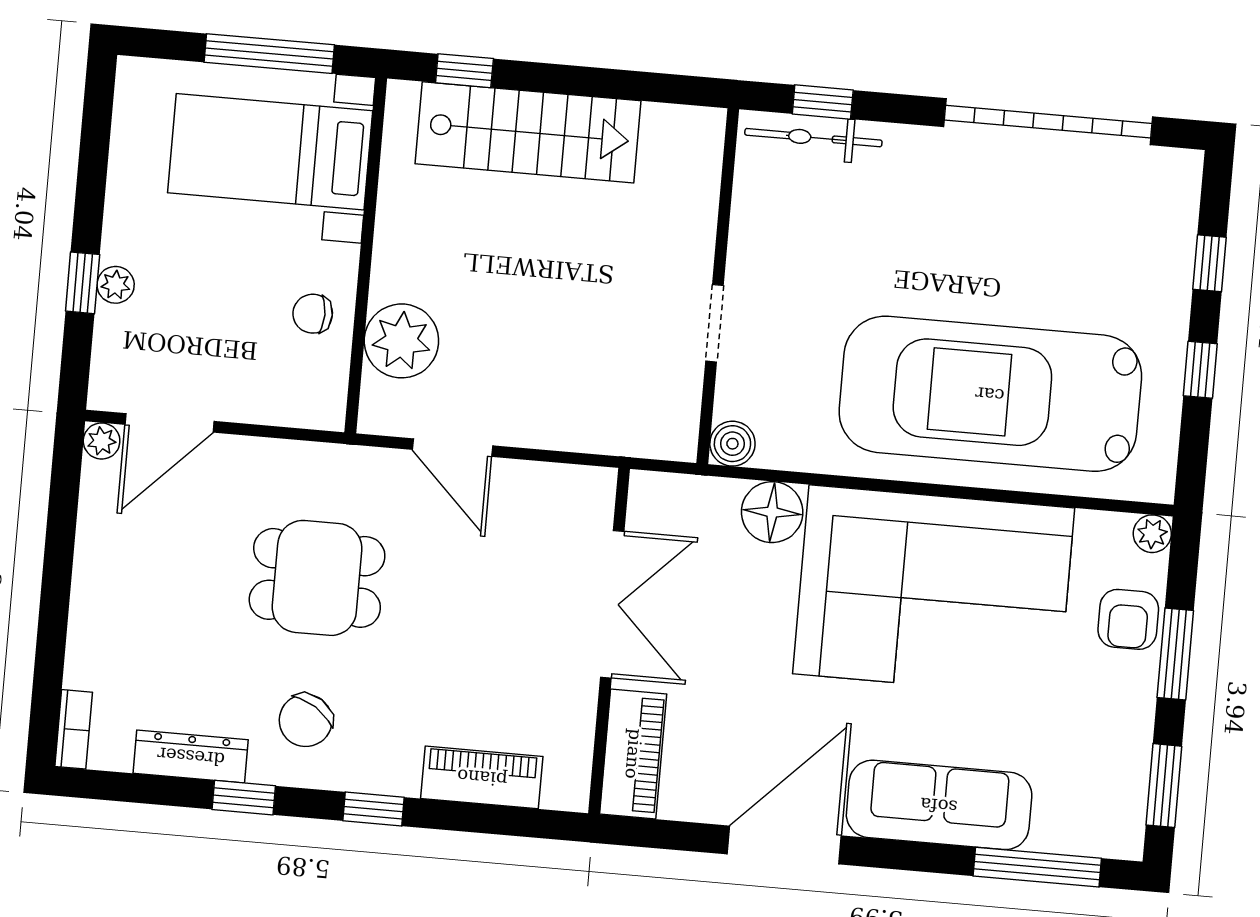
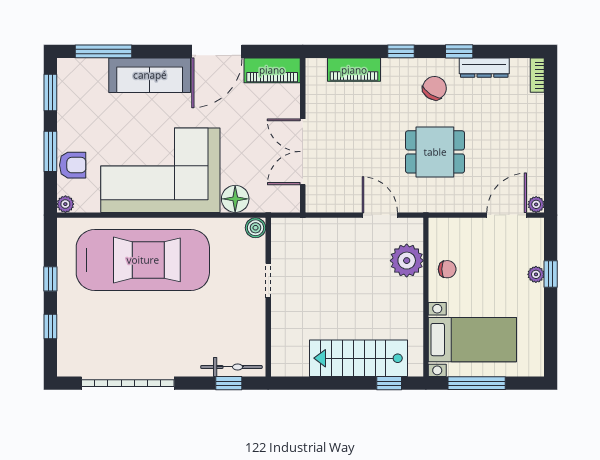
armchair: (1128, 619) -> (73, 165), turned 90
piano: (633, 754) -> (272, 70), moved, turned -90

